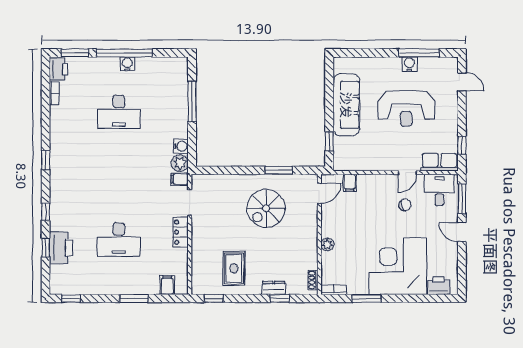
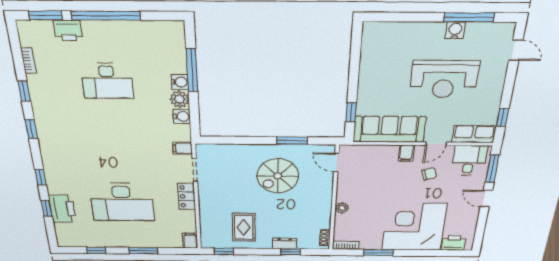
water cooler: (127, 64) -> (180, 82), moved, turned 90
printer: (59, 69) -> (68, 30), moved, turned 90
sofa: (346, 105) -> (389, 129), moved, turned -90
window: (46, 122) -> (24, 91), added
plant: (180, 163) -> (180, 99), moved
filing cabinet: (350, 183) -> (406, 153), moved
door: (319, 193) -> (336, 163), swing flipped
desk: (119, 240) -> (122, 202), width x1.36, depth x1.30
filing cabinet: (167, 285) -> (190, 241), moved
window: (71, 298) -> (96, 250), moved

